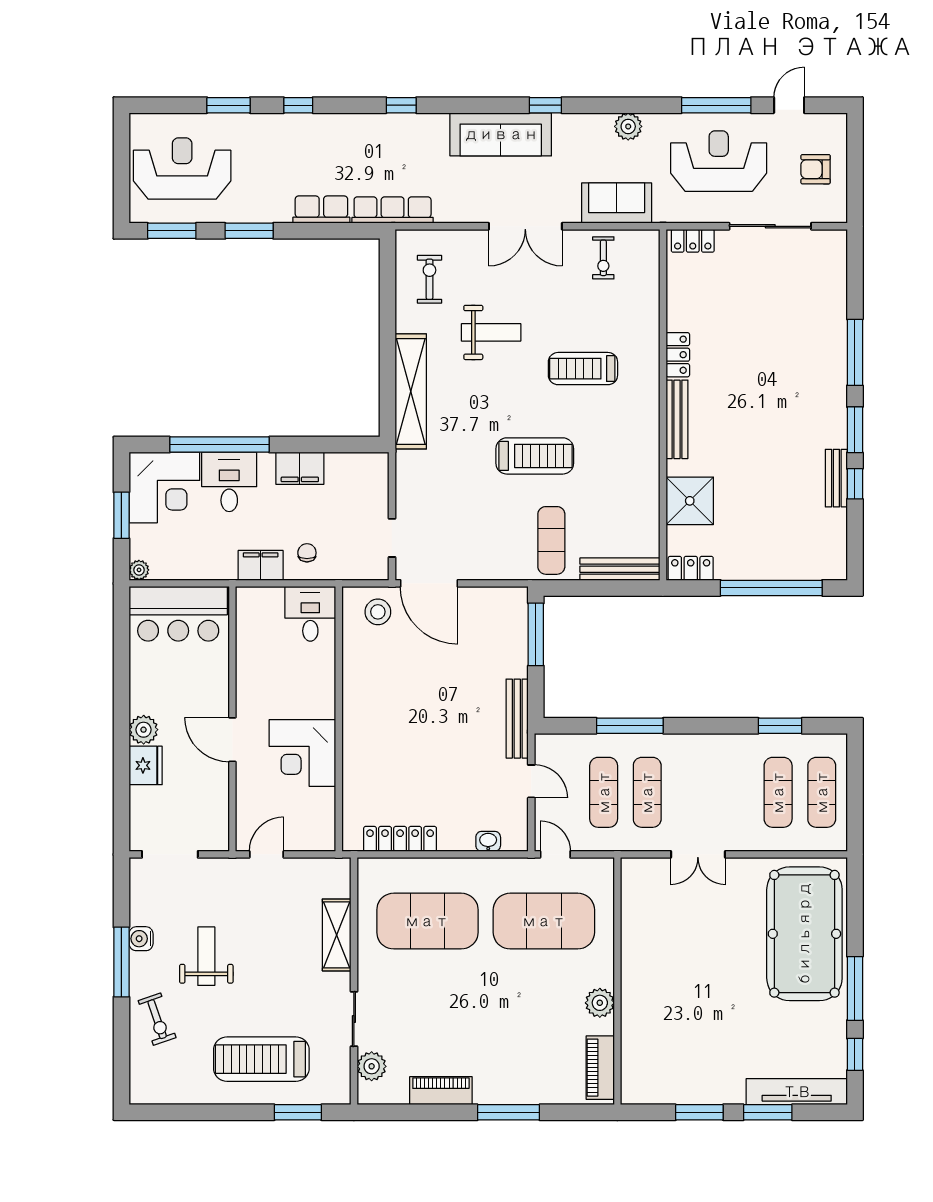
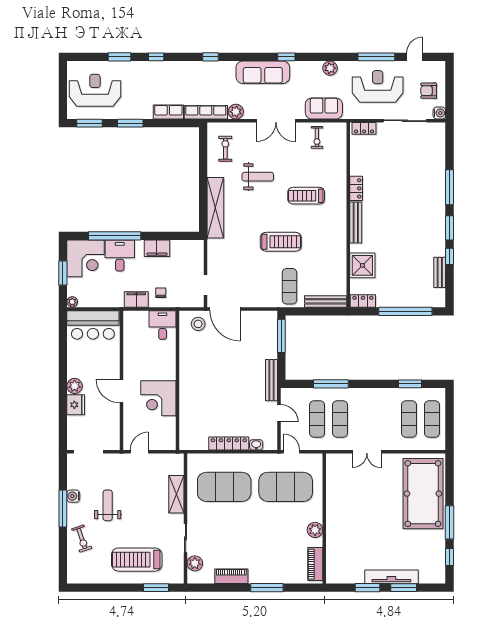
plant: (449, 209) -> (236, 112), added
water cooler: (836, 212) -> (439, 113), added
bench: (836, 478) -> (440, 272), moved
locker: (400, 839) -> (229, 444), moved
tv unit: (797, 1092) -> (391, 577), moved

